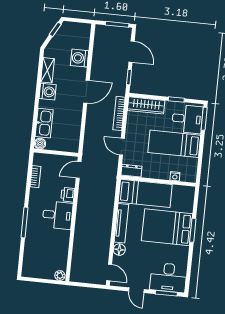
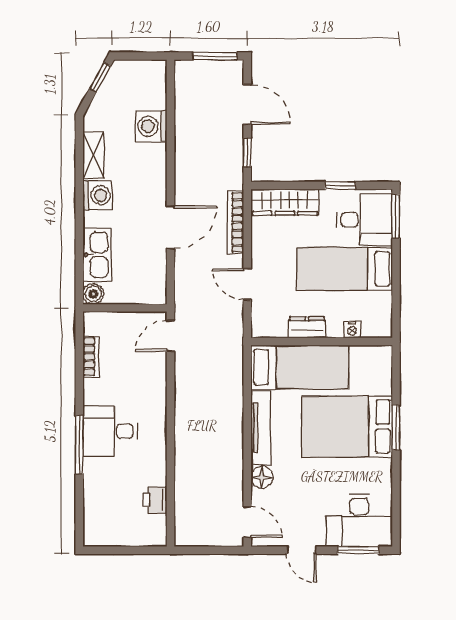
door: (86, 92) -> (170, 227), moved
dresser: (131, 171) -> (307, 327), moved
printer: (68, 195) -> (155, 500), moved
desk: (58, 215) -> (110, 431), moved, turned 180
plant: (60, 275) -> (156, 537), removed

